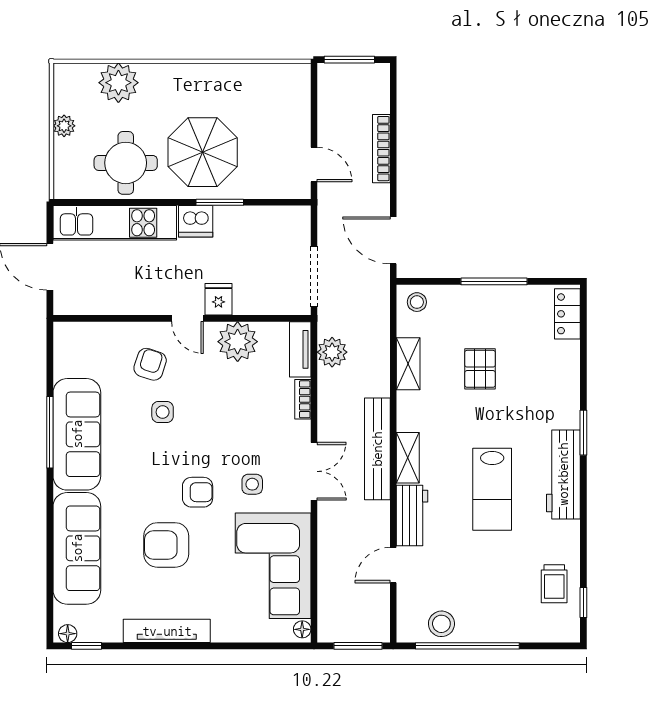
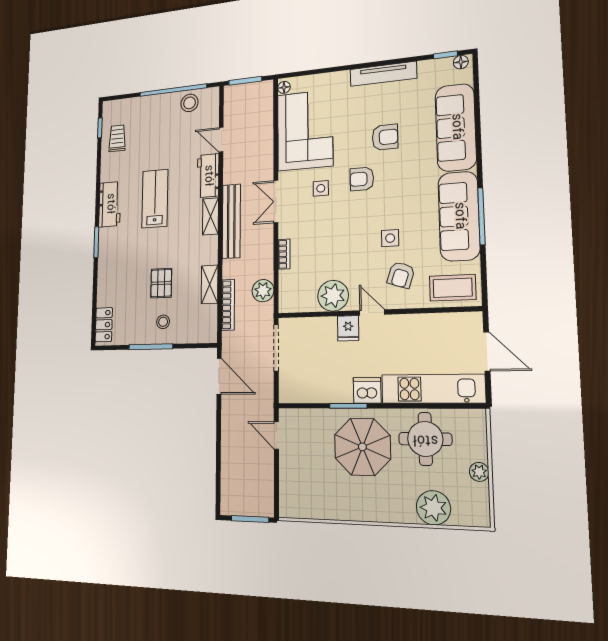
bookcase: (381, 149) -> (228, 305), moved
stool: (417, 302) -> (163, 322), moved
coffee table: (87, 345) -> (453, 288), added
tv unit: (300, 349) -> (286, 292), removed
workbench: (563, 474) -> (110, 204), width x0.73
armchair: (166, 545) -> (385, 137), width x0.72, depth x0.72
door: (393, 565) -> (221, 140), swing flipped

